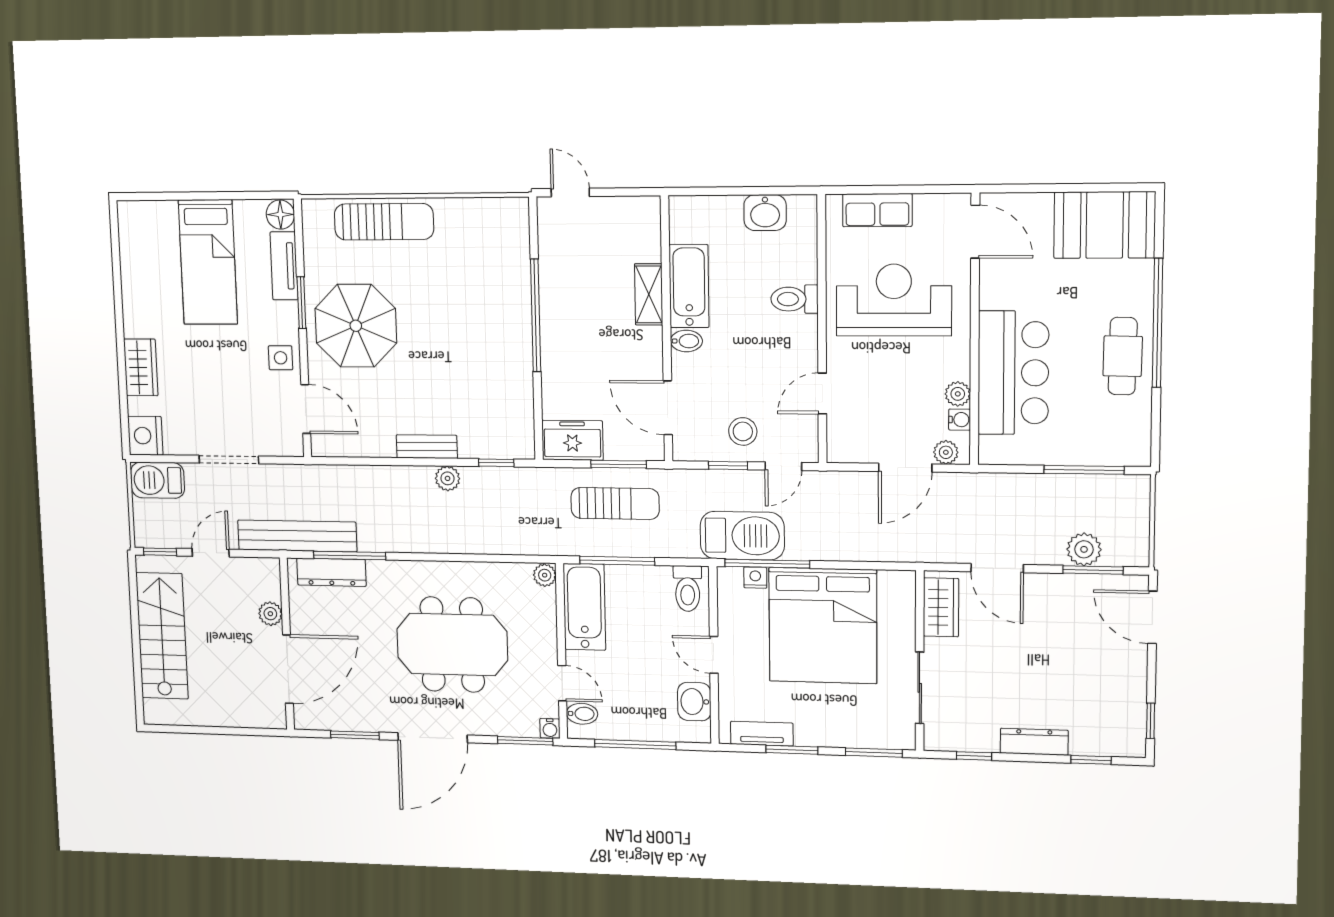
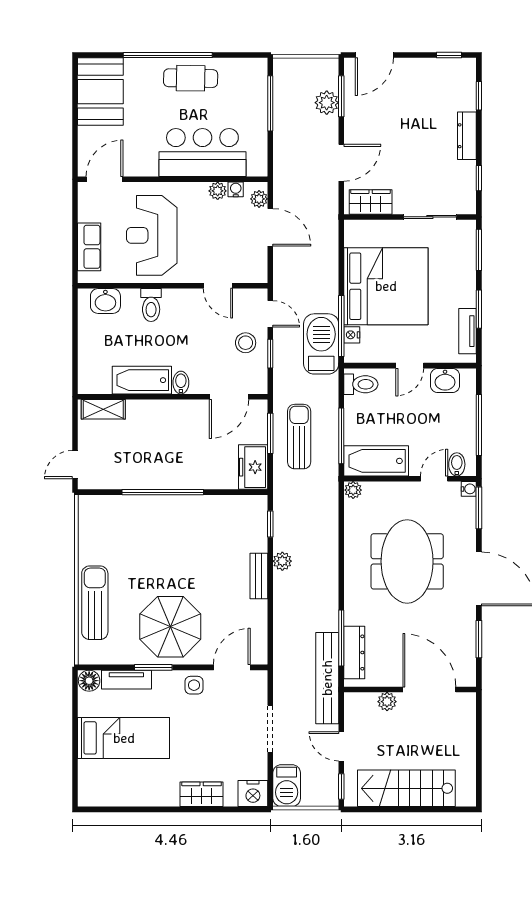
washbasin: (765, 213) -> (105, 301), moved, turned 90
shelving: (649, 294) -> (103, 409), moved

